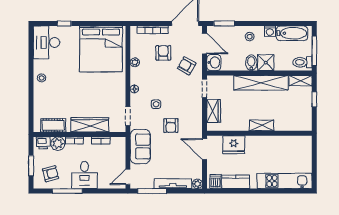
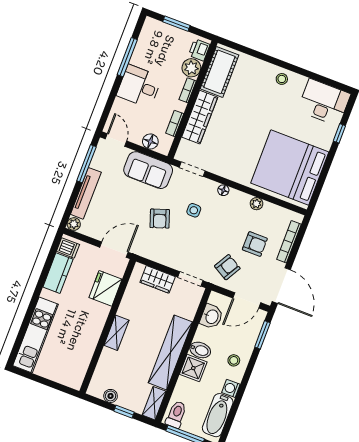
washbasin: (214, 62) -> (211, 317), moved, turned -90
boiler: (307, 113) -> (111, 396), added
cot: (53, 125) -> (219, 72), width x1.37, depth x1.34
armchair: (171, 126) -> (160, 219), turned -109
floor lamp: (120, 153) -> (150, 141), added
armchair: (51, 174) -> (157, 44), removed

